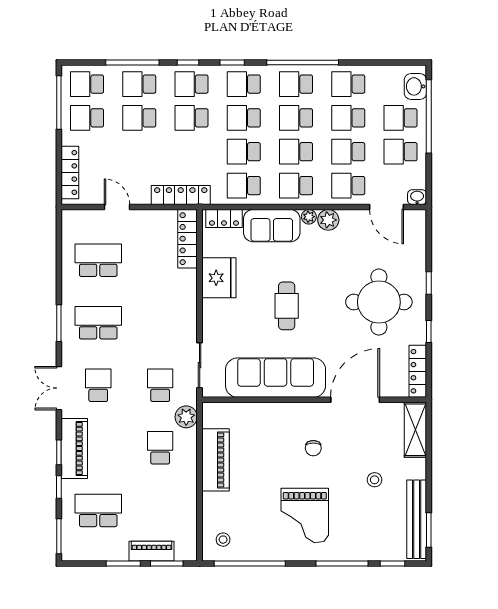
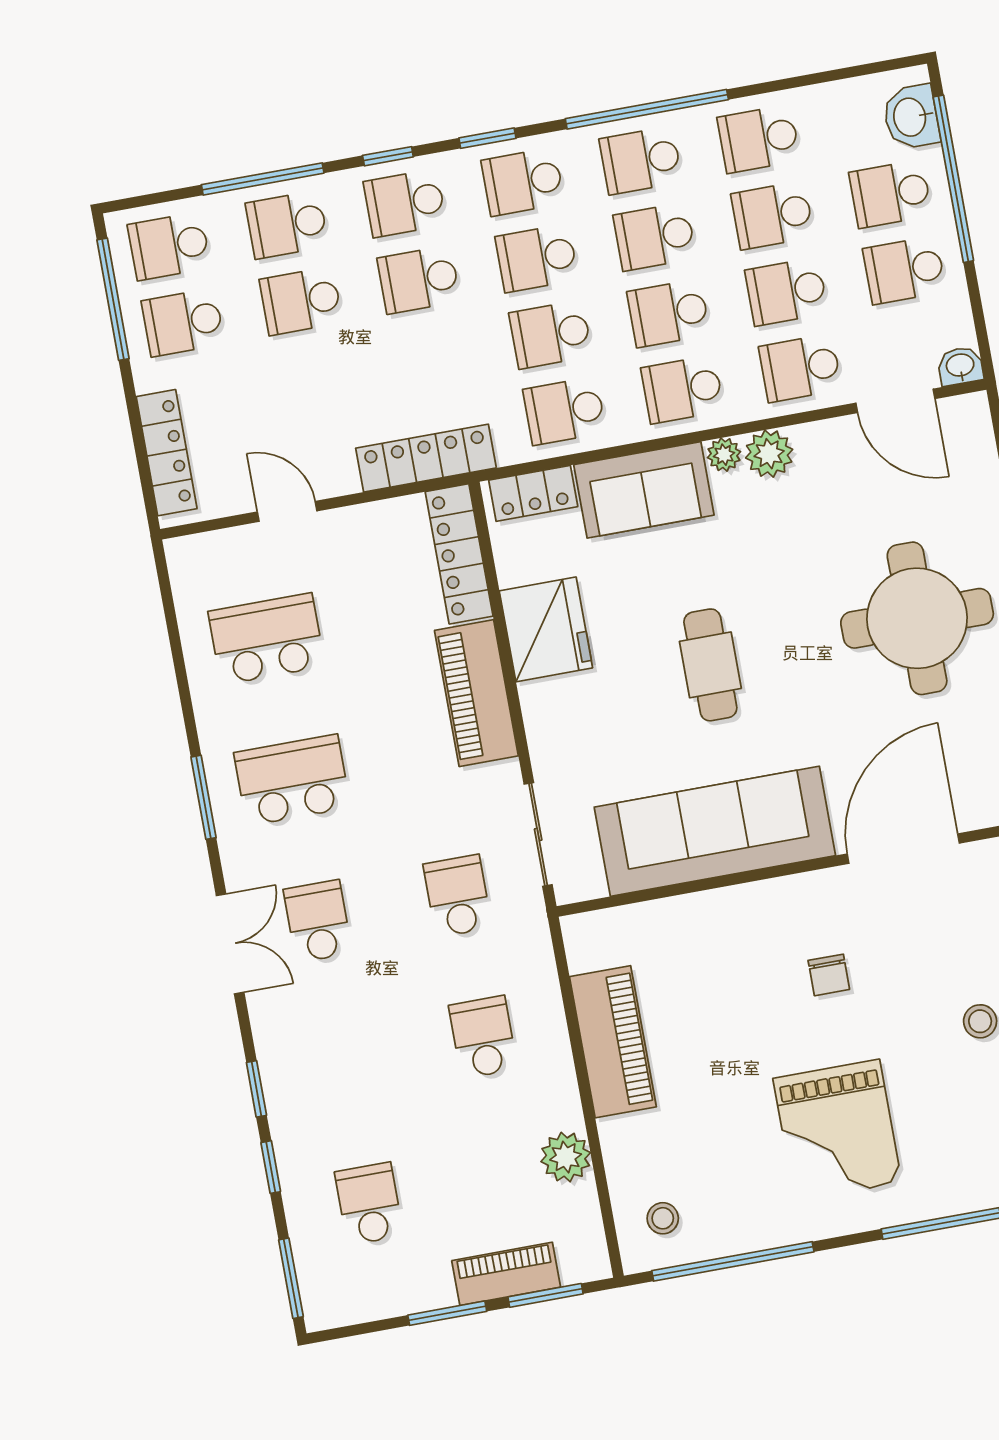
double door: (59, 388) -> (230, 944), swing flipped
plant: (186, 417) -> (566, 1157), moved
piano: (74, 449) -> (476, 693), moved, turned 180
school desk: (98, 510) -> (369, 1204), width x0.54

